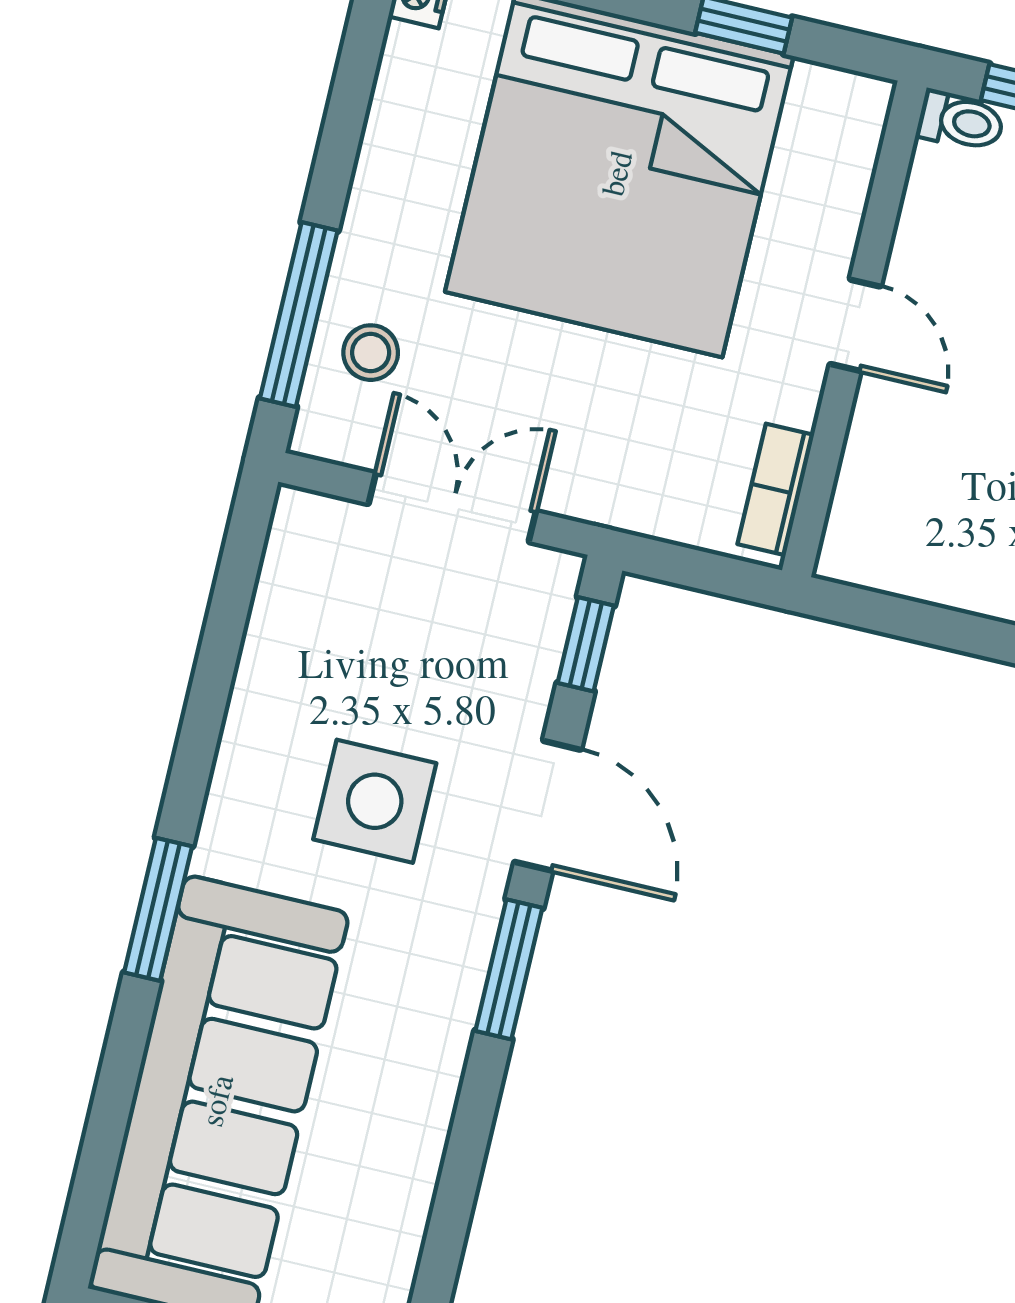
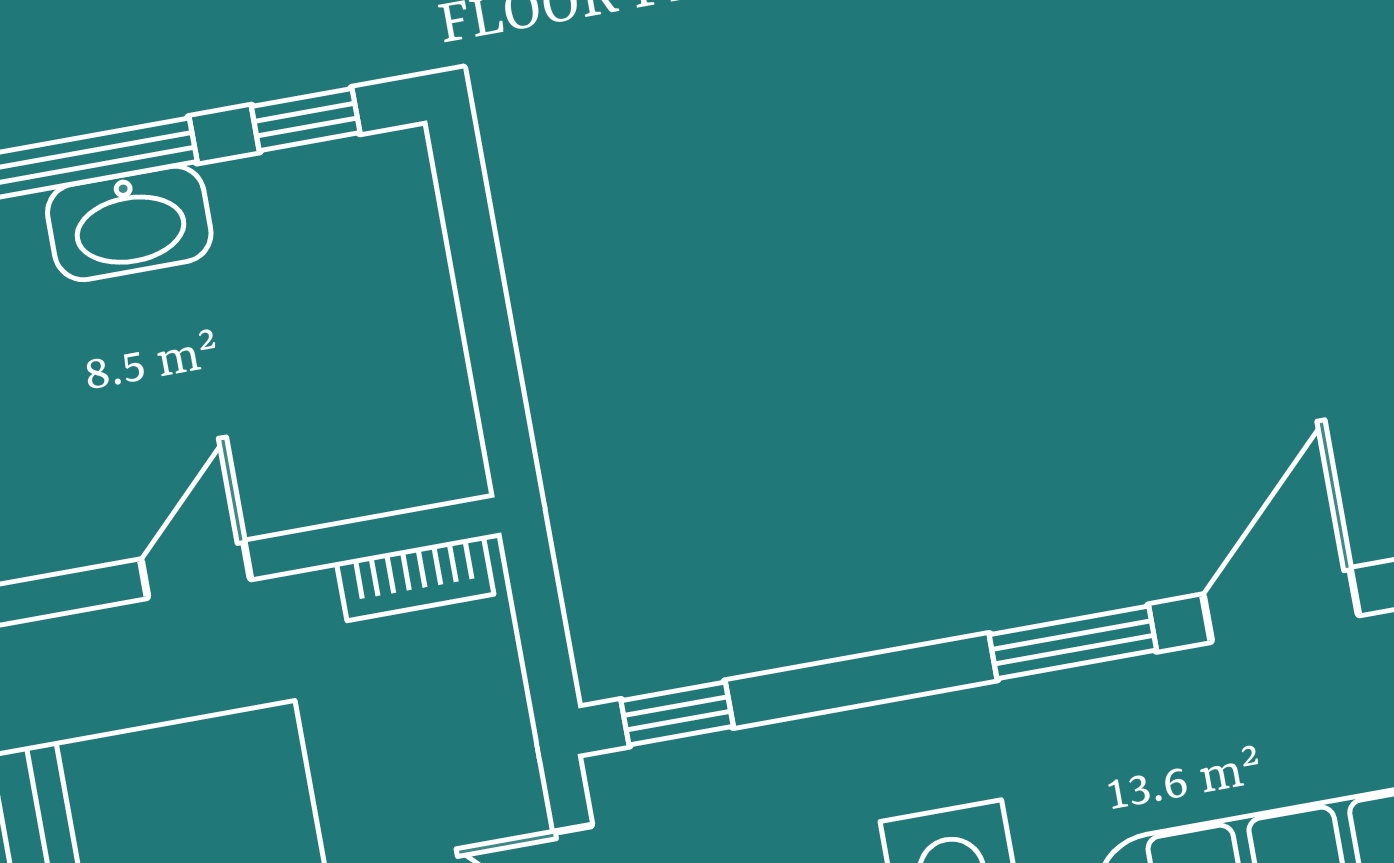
door: (548, 806) -> (1281, 605), moved

